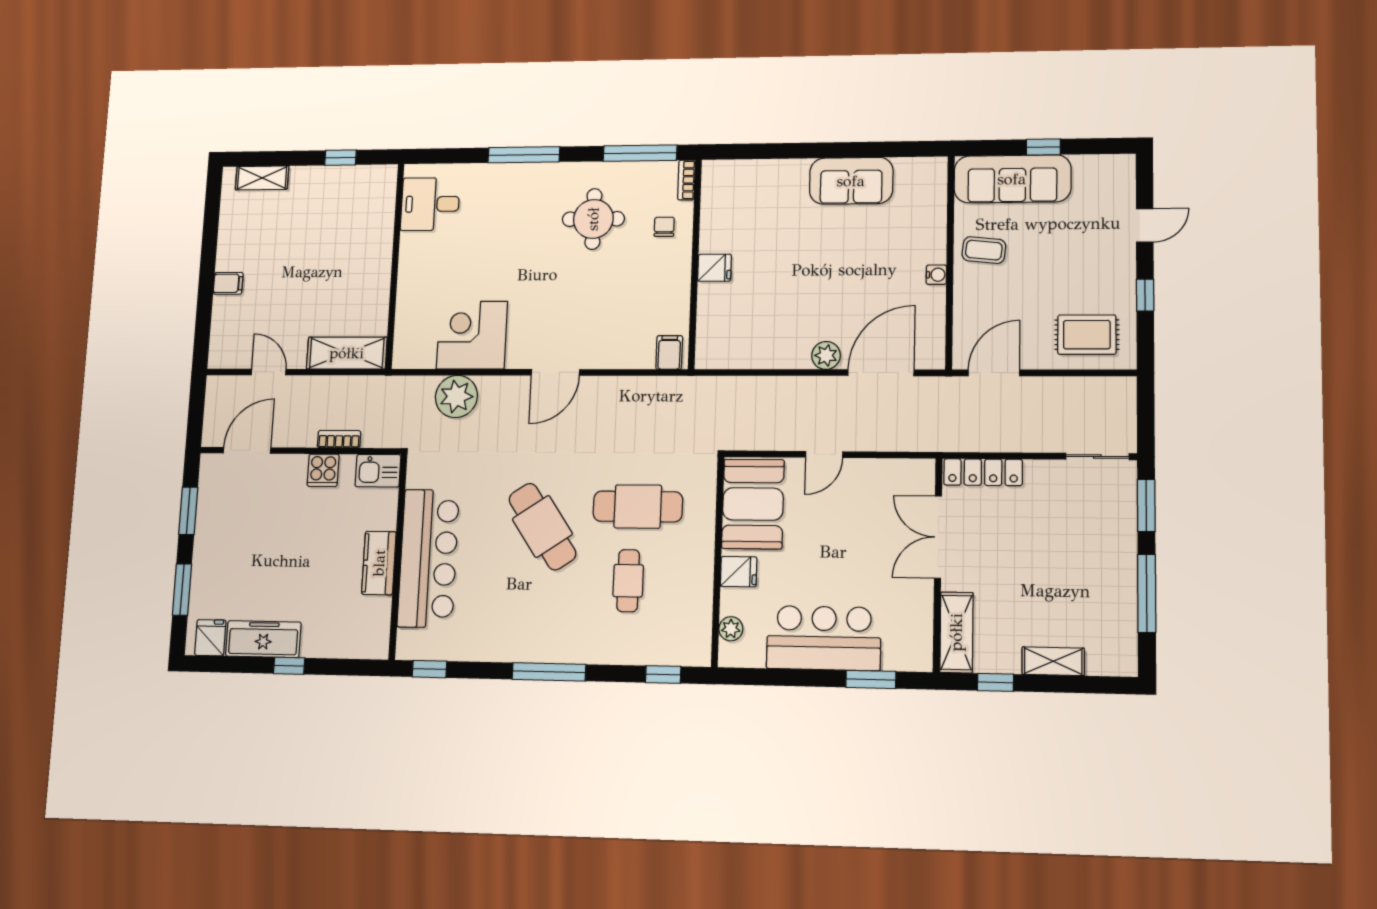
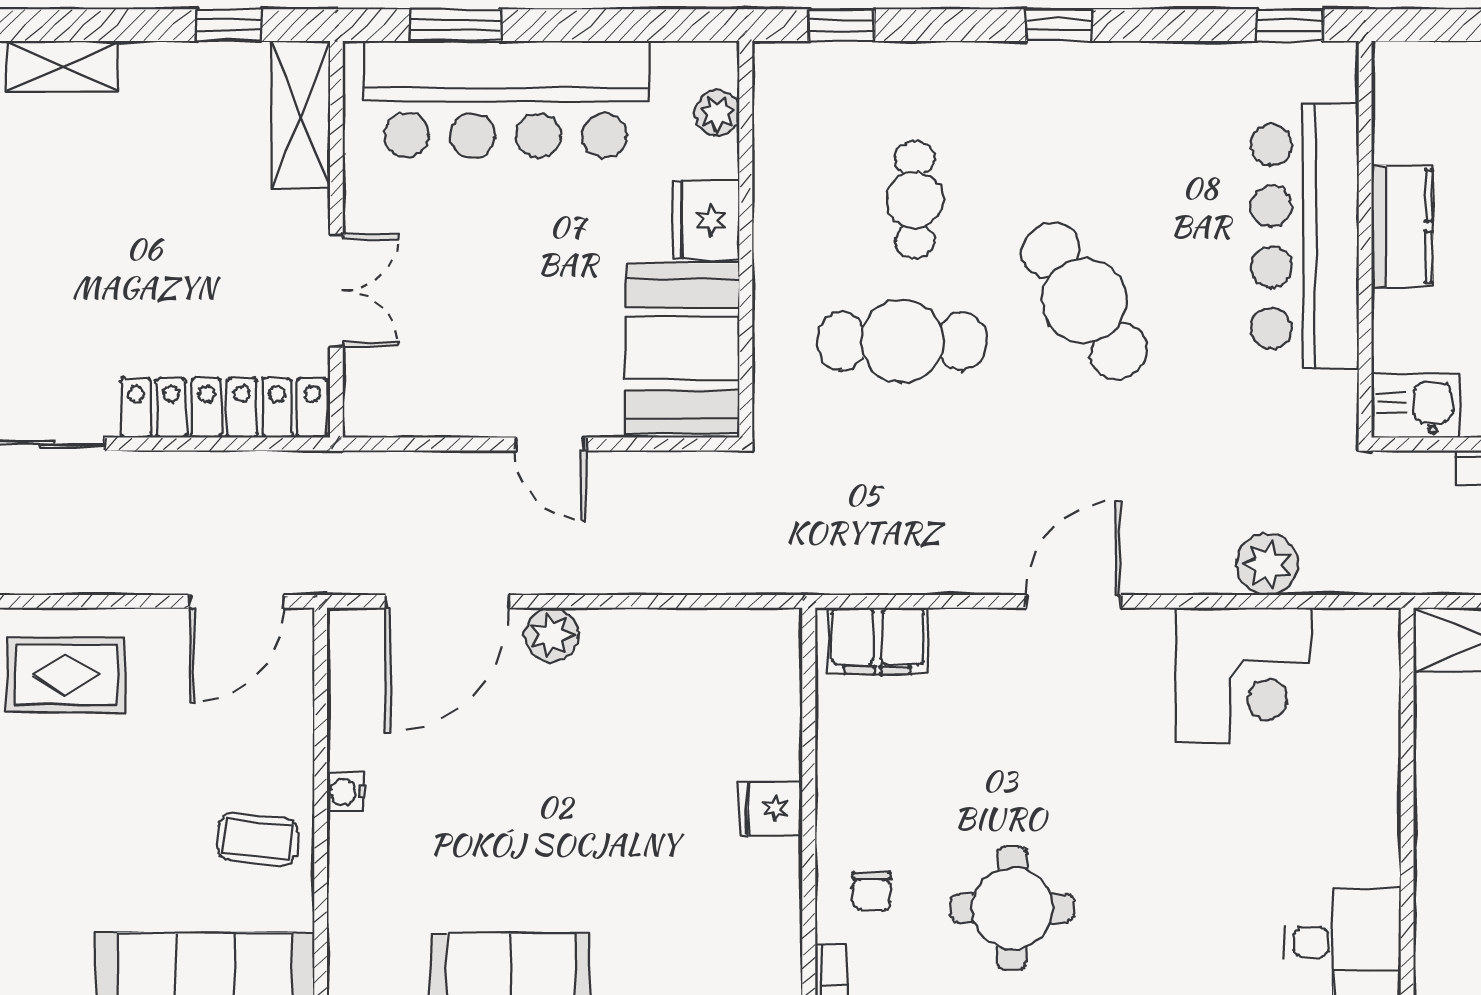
filing cabinet: (669, 352) -> (877, 641), width x2.00
plant: (456, 396) -> (1267, 564), width x0.73, depth x0.73
door: (824, 455) -> (551, 444), swing flipped
locker: (983, 472) -> (224, 408), width x1.41, depth x1.21
double door: (938, 537) -> (336, 291), width x0.73
fridge: (739, 572) -> (706, 220), width x1.38
bar counter: (824, 638) -> (505, 99), width x1.36
shelving: (1053, 661) -> (63, 66), moved
window: (549, 672) -> (1059, 25), width x0.46

